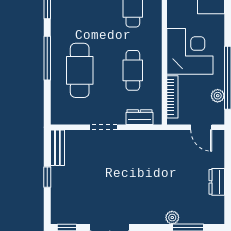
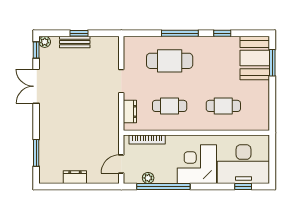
corner desk: (190, 51) -> (197, 164), moved, turned 180
bench: (57, 148) -> (75, 42), moved
plant: (172, 218) -> (45, 42), moved

